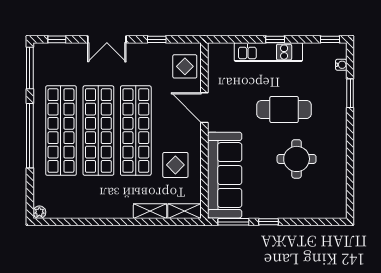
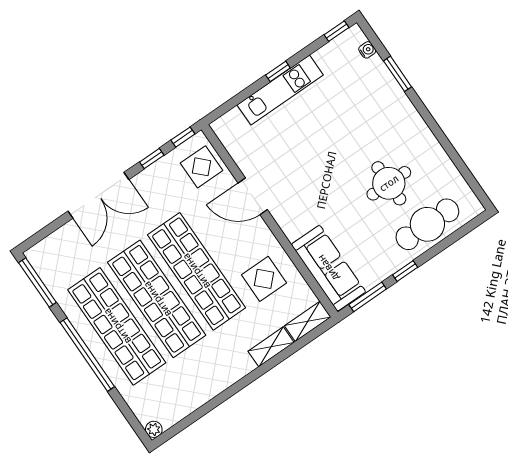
window: (57, 39) -> (183, 137), moved
double door: (107, 39) -> (98, 195), width x1.37
cafe table: (284, 109) -> (427, 224), moved
sofa: (225, 175) -> (328, 268), width x0.74, depth x0.79

